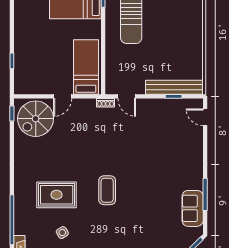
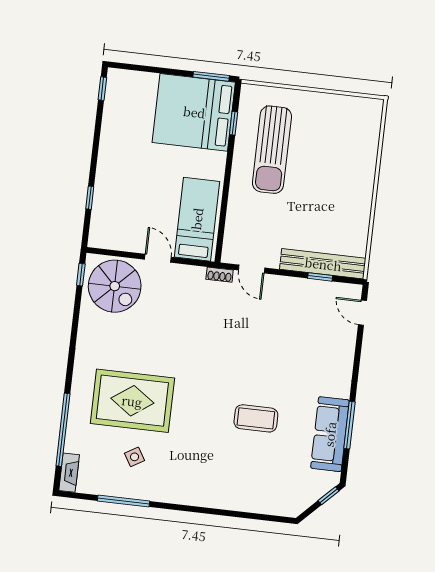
door: (63, 96) -> (158, 258), swing flipped
spiral stairs: (36, 119) -> (115, 286), turned -90
coffee table: (107, 190) -> (256, 418), moved, turned 90
rug: (57, 195) -> (132, 401), width x1.37, depth x1.44
sofa: (193, 208) -> (330, 434), width x1.36

